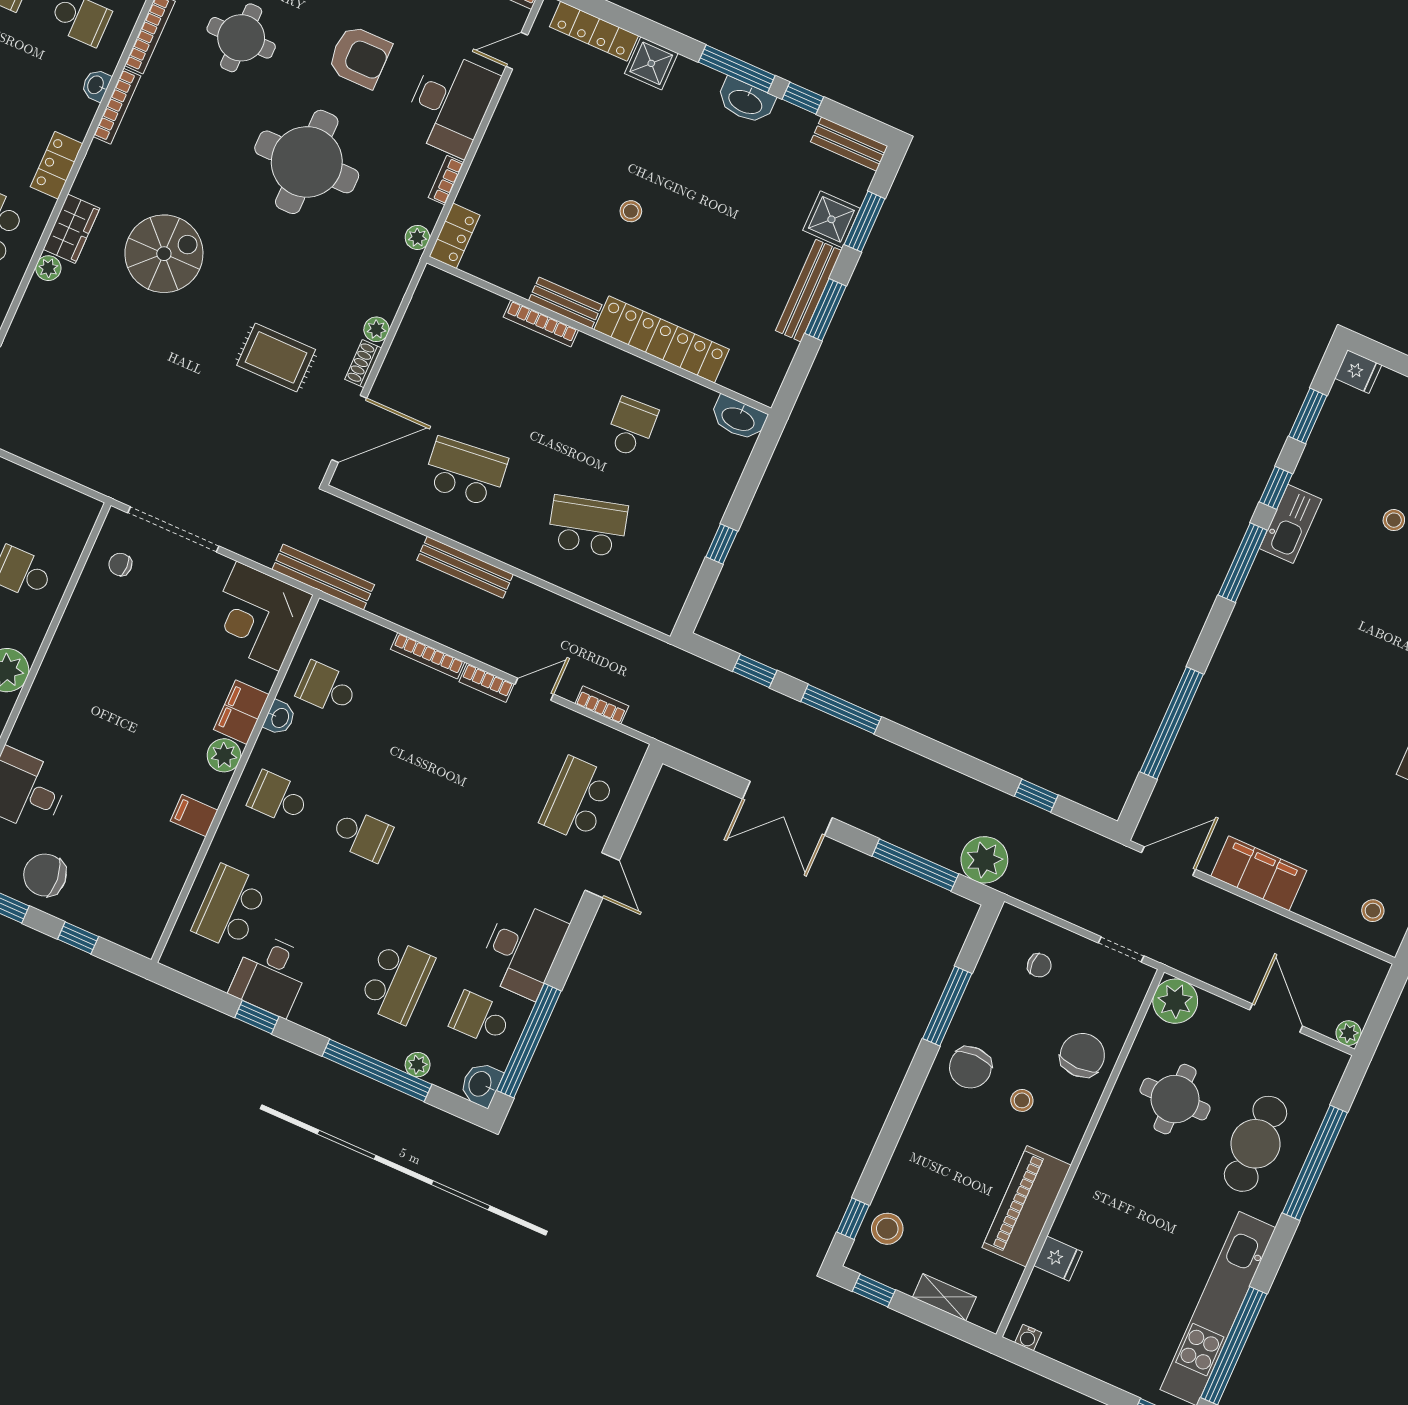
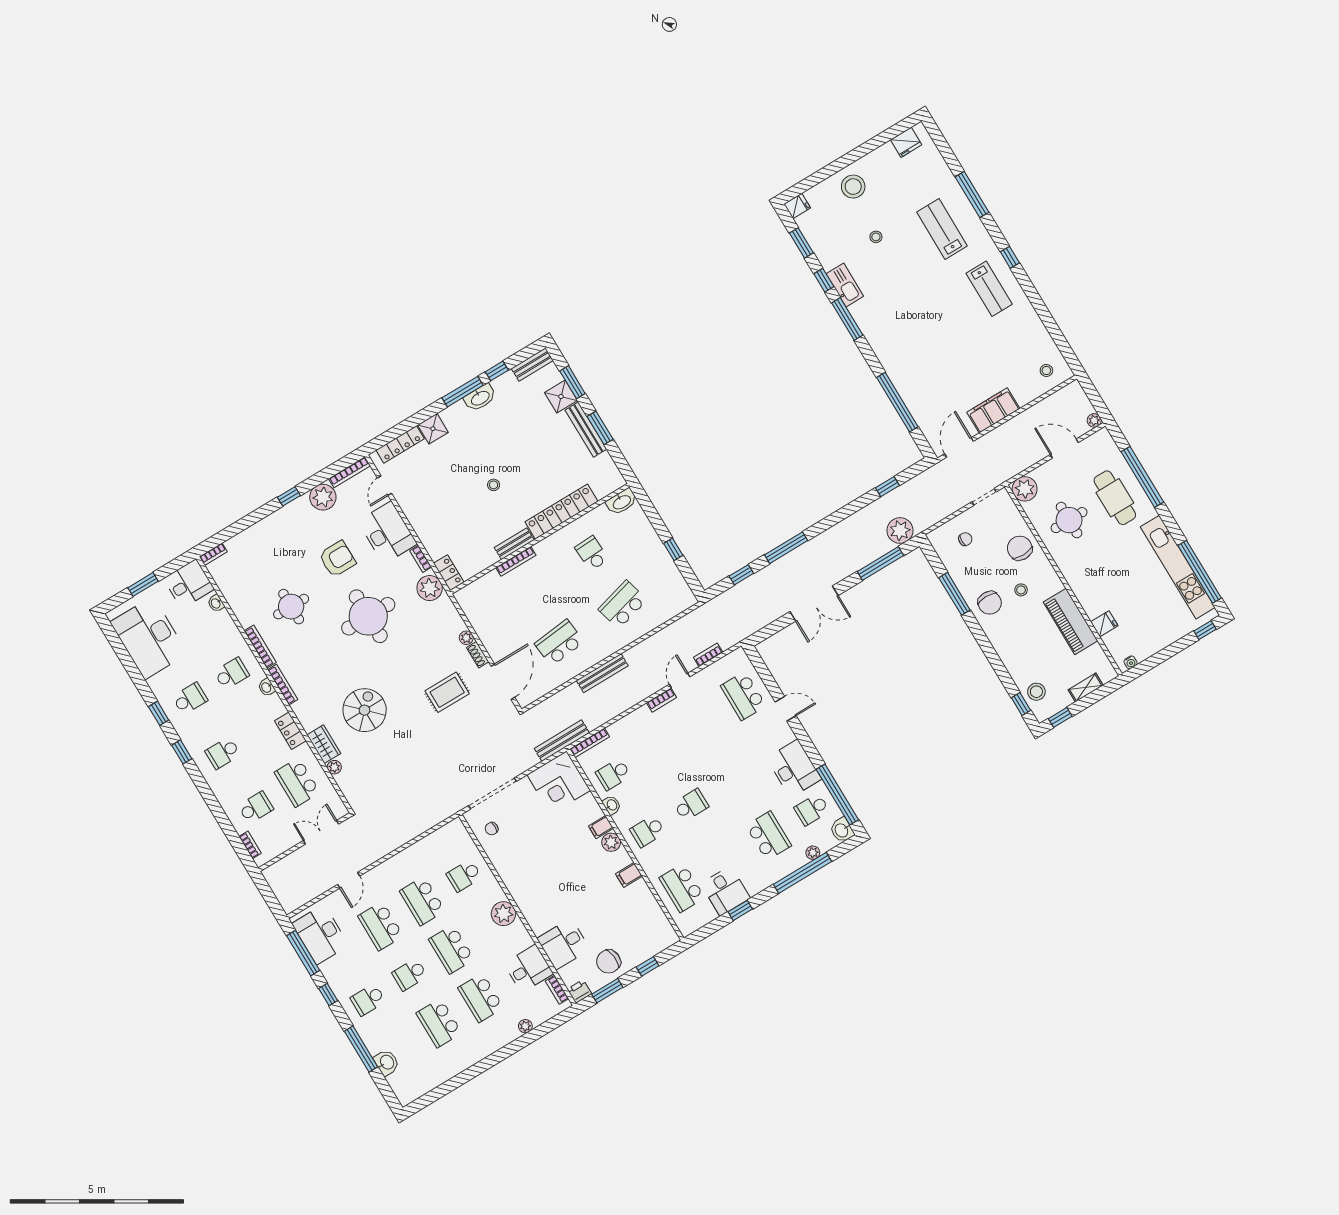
plant: (417, 237) -> (430, 588), width x1.88, depth x1.88
bookcase: (428, 656) -> (590, 743), moved
filing cabinet: (241, 712) -> (601, 827), width x0.50

